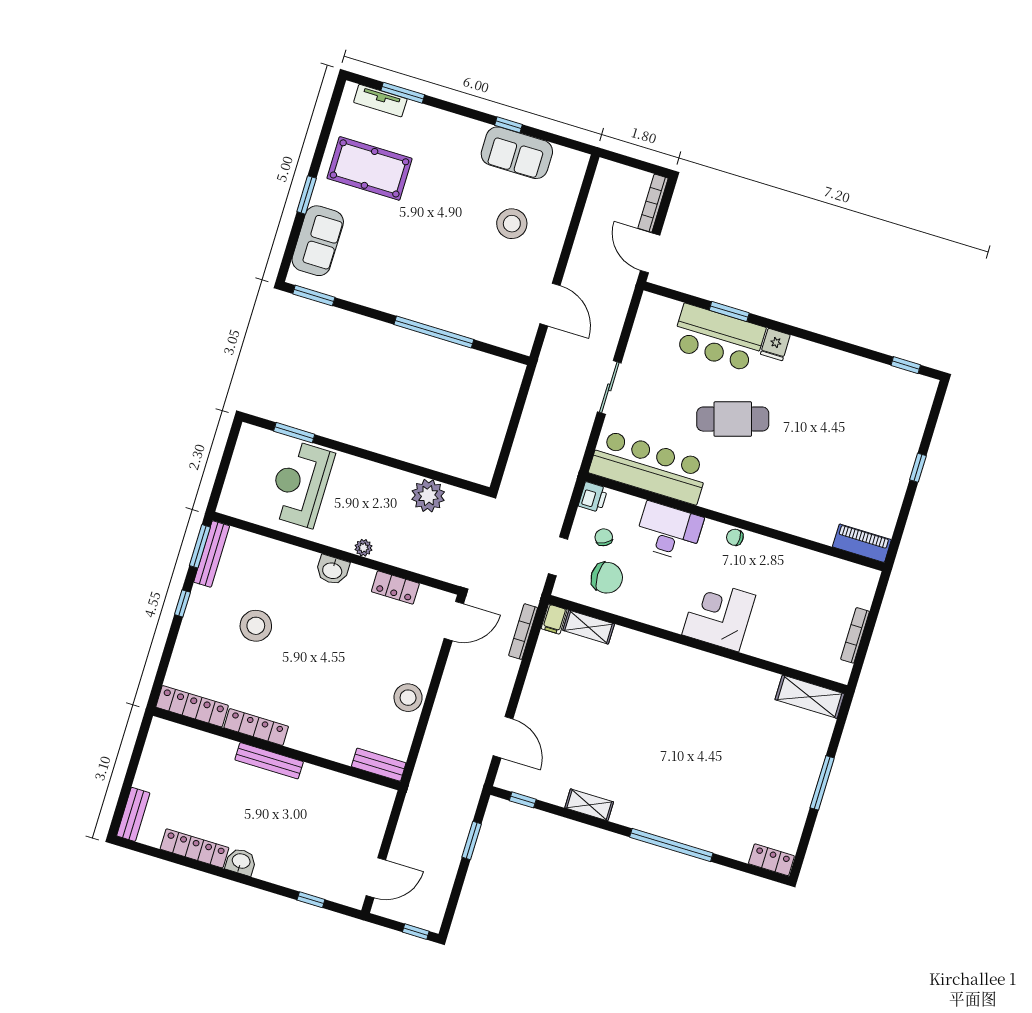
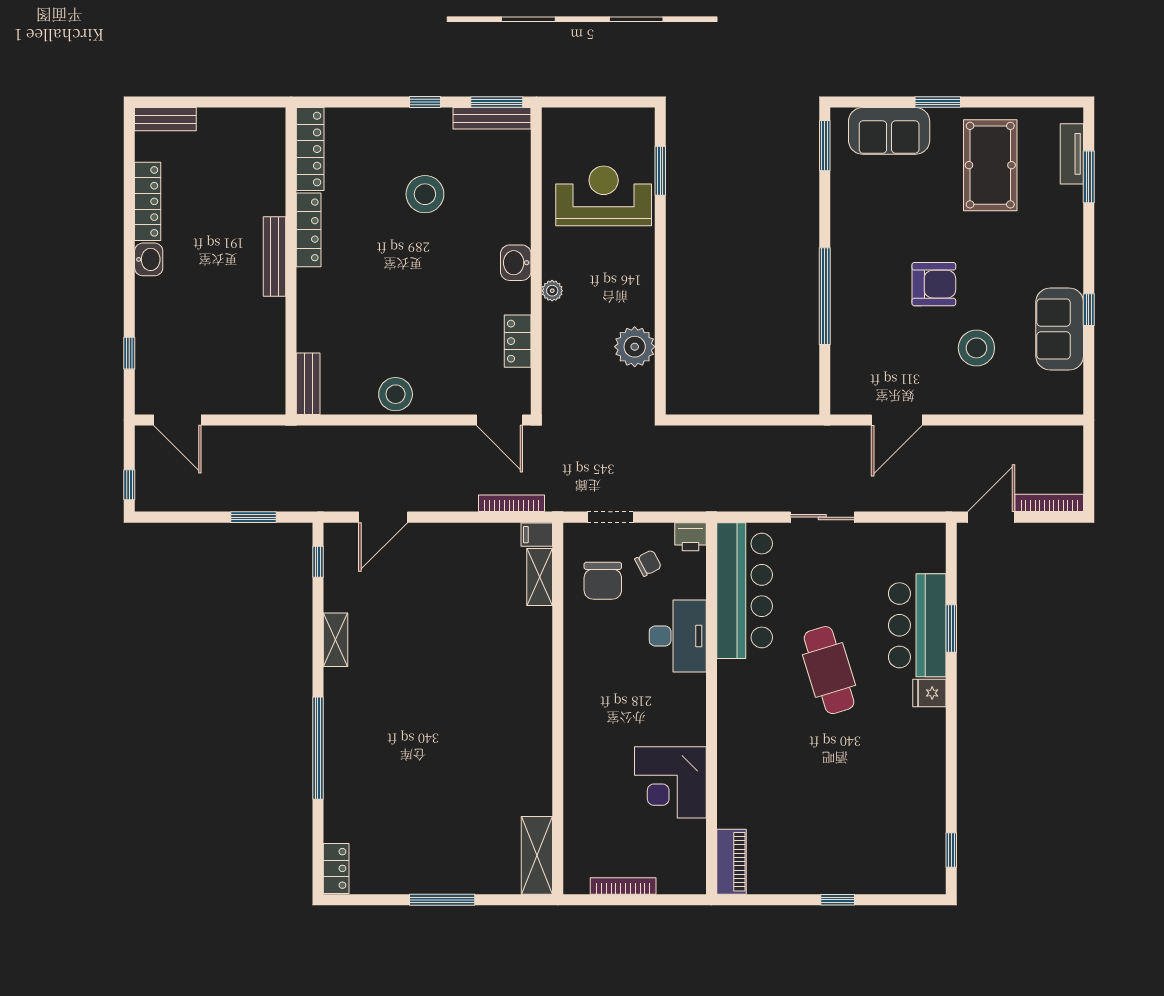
armchair: (451, 242) -> (934, 284), added
chair: (735, 537) -> (694, 714), removed
corner desk: (719, 615) -> (670, 782), moved, turned 180

